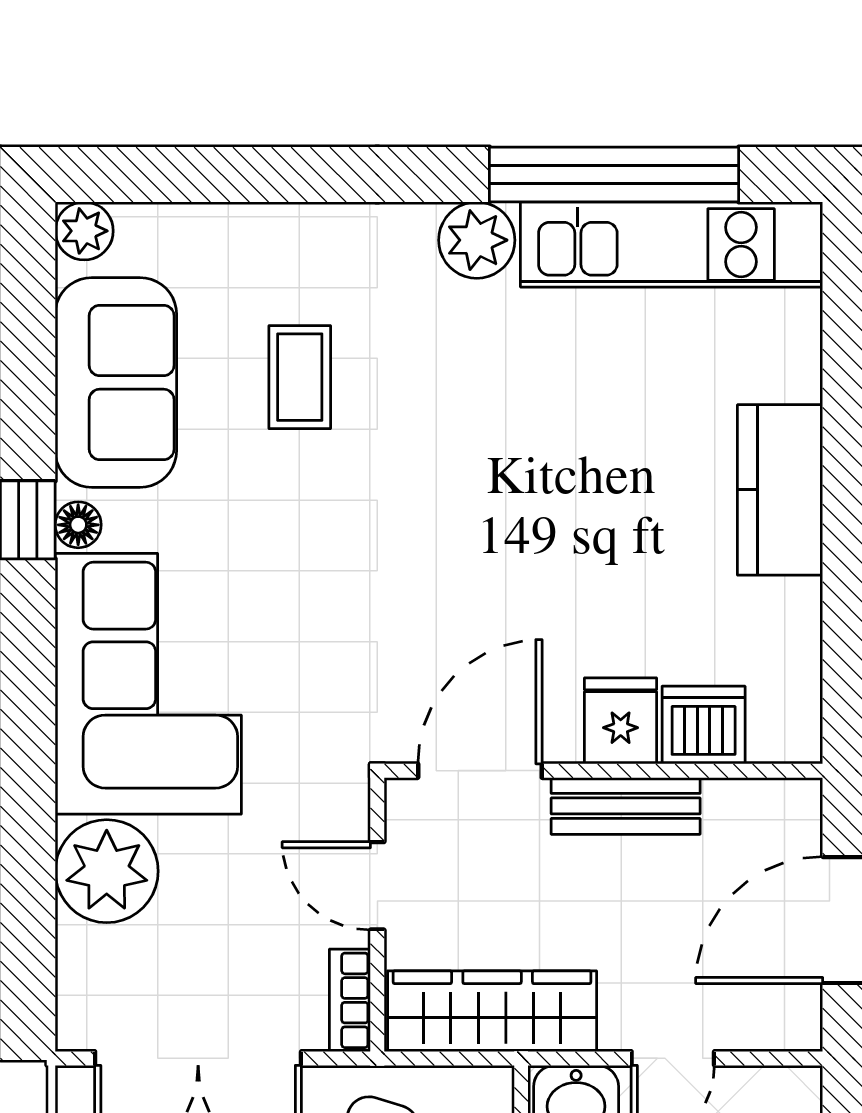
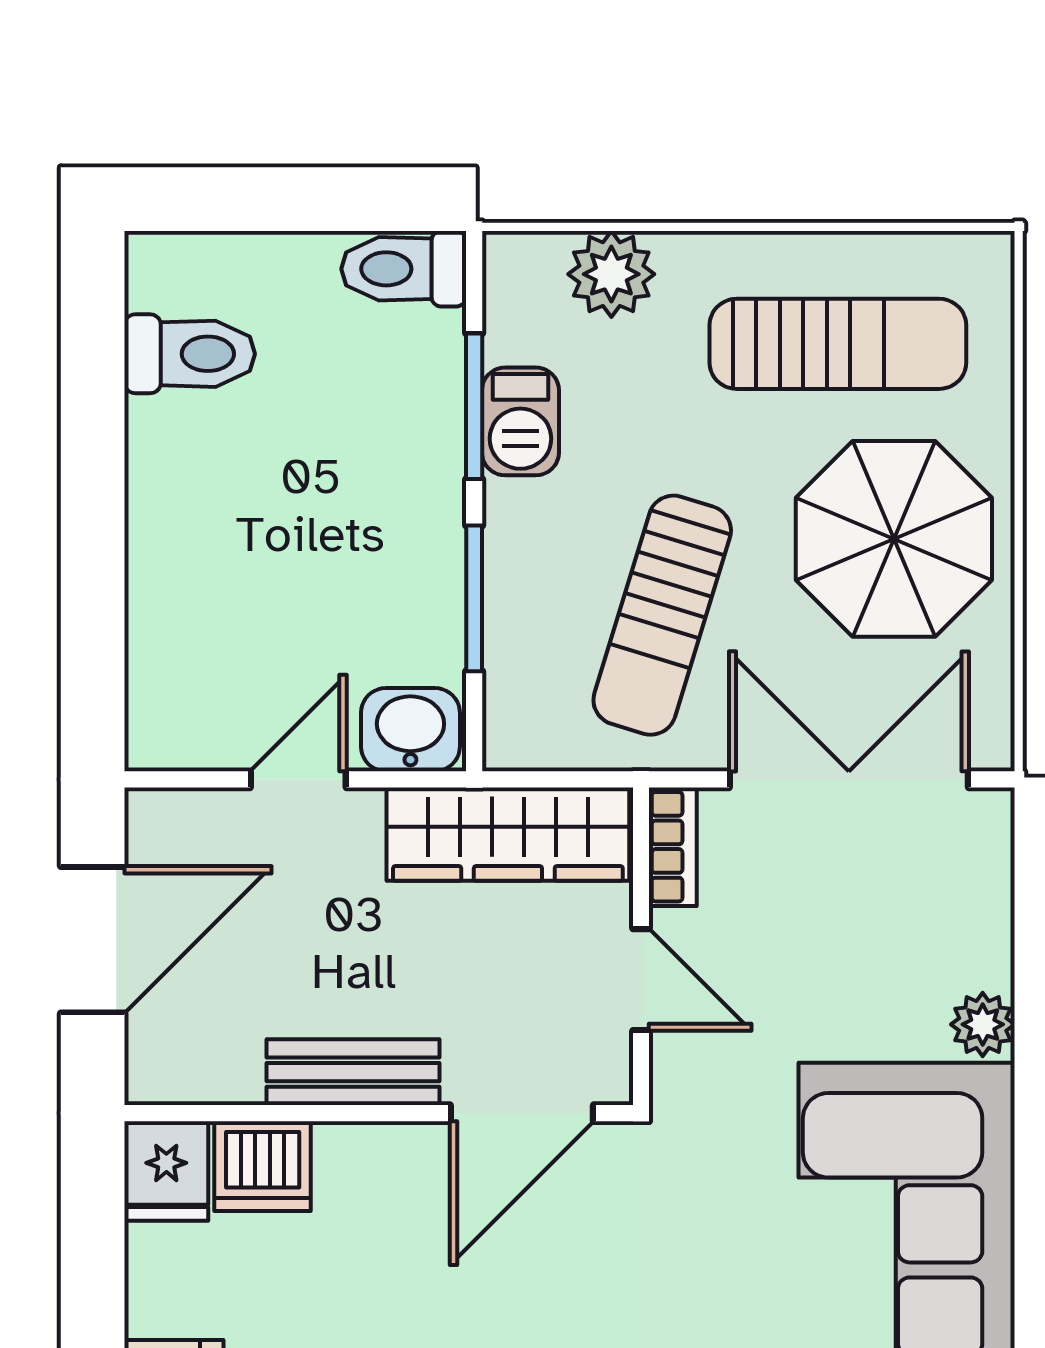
fridge: (621, 721) -> (166, 1171), moved
plant: (107, 871) -> (983, 1024), width x0.53, depth x0.53

